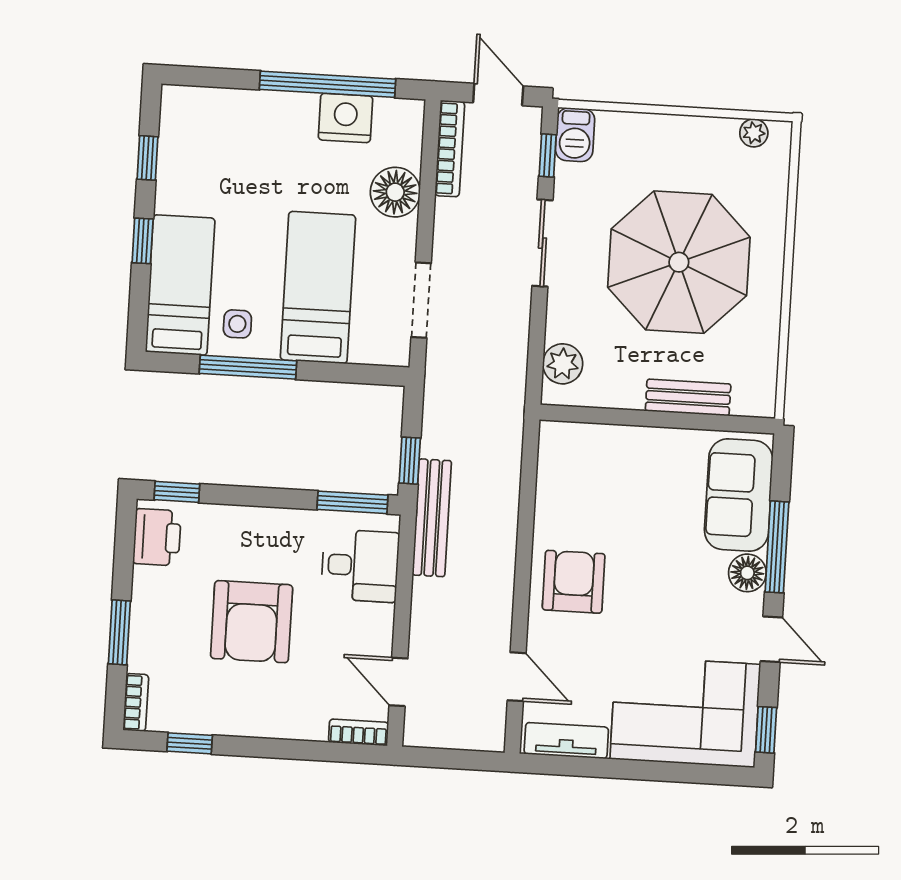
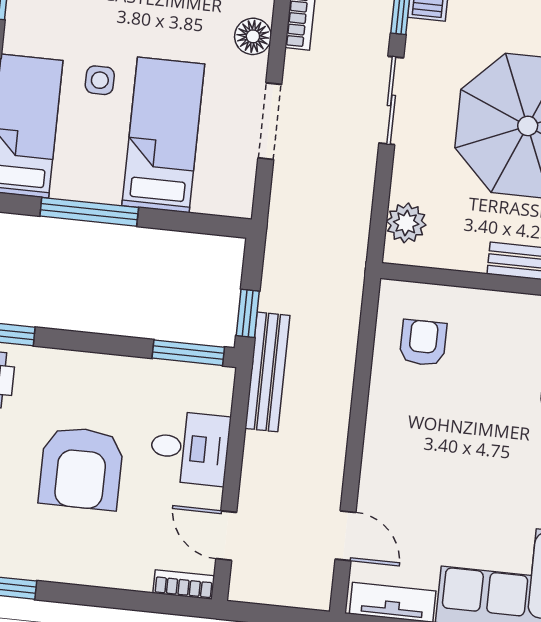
floor lamp: (395, 192) -> (253, 36), width x0.73, depth x0.73
doorway: (421, 300) -> (270, 121), moved
side table: (237, 324) -> (100, 80), moved
desk: (360, 566) -> (190, 448), moved
armchair: (574, 582) -> (423, 343), moved, width x0.72, depth x0.72

